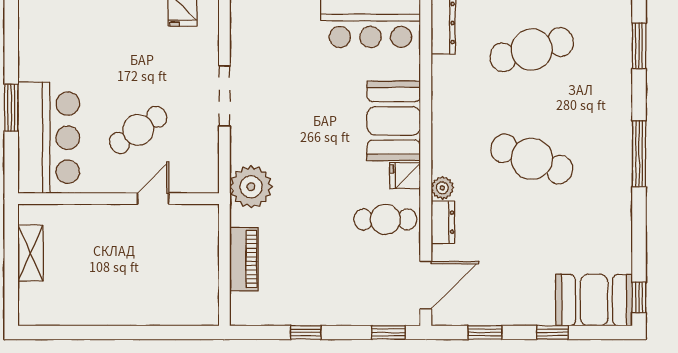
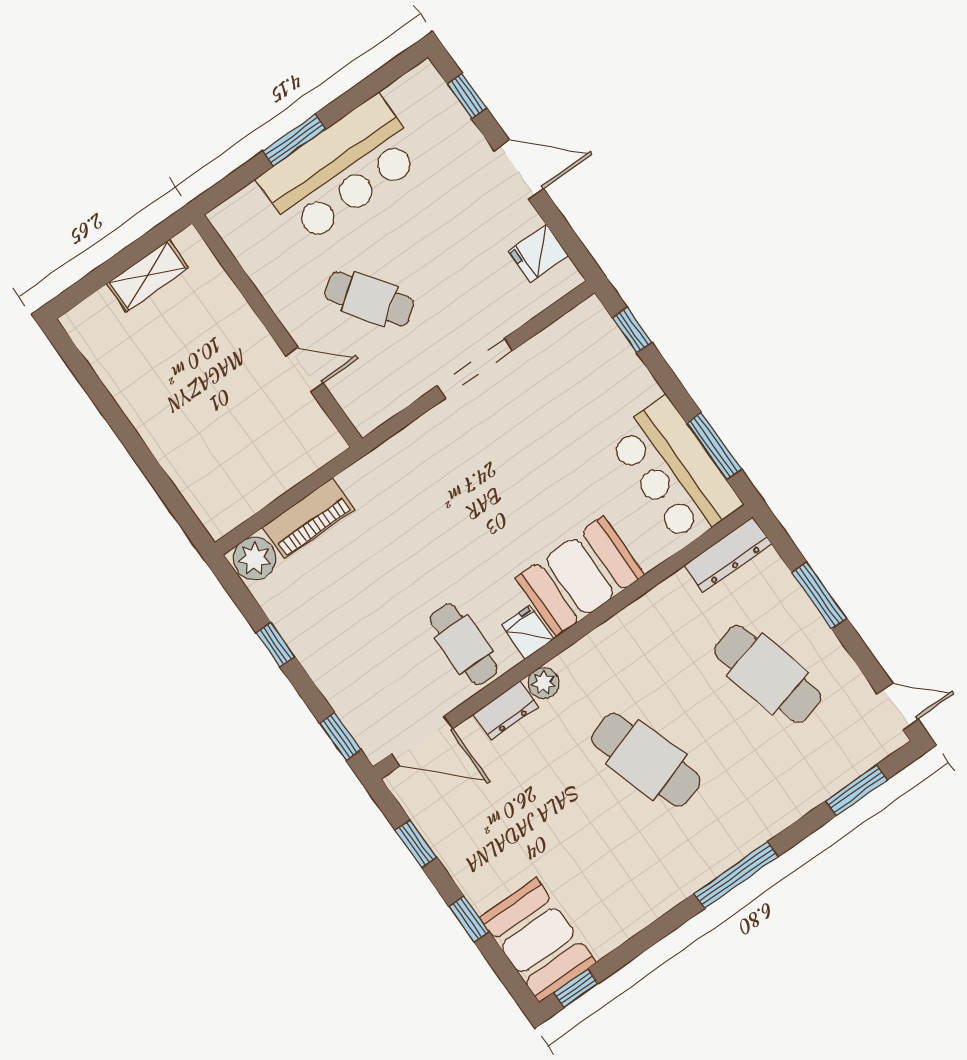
bar counter: (49, 138) -> (341, 170), moved
cafe table: (532, 159) -> (646, 760), turned -39
plant: (251, 187) -> (254, 558), moved, width x0.73, depth x0.73

